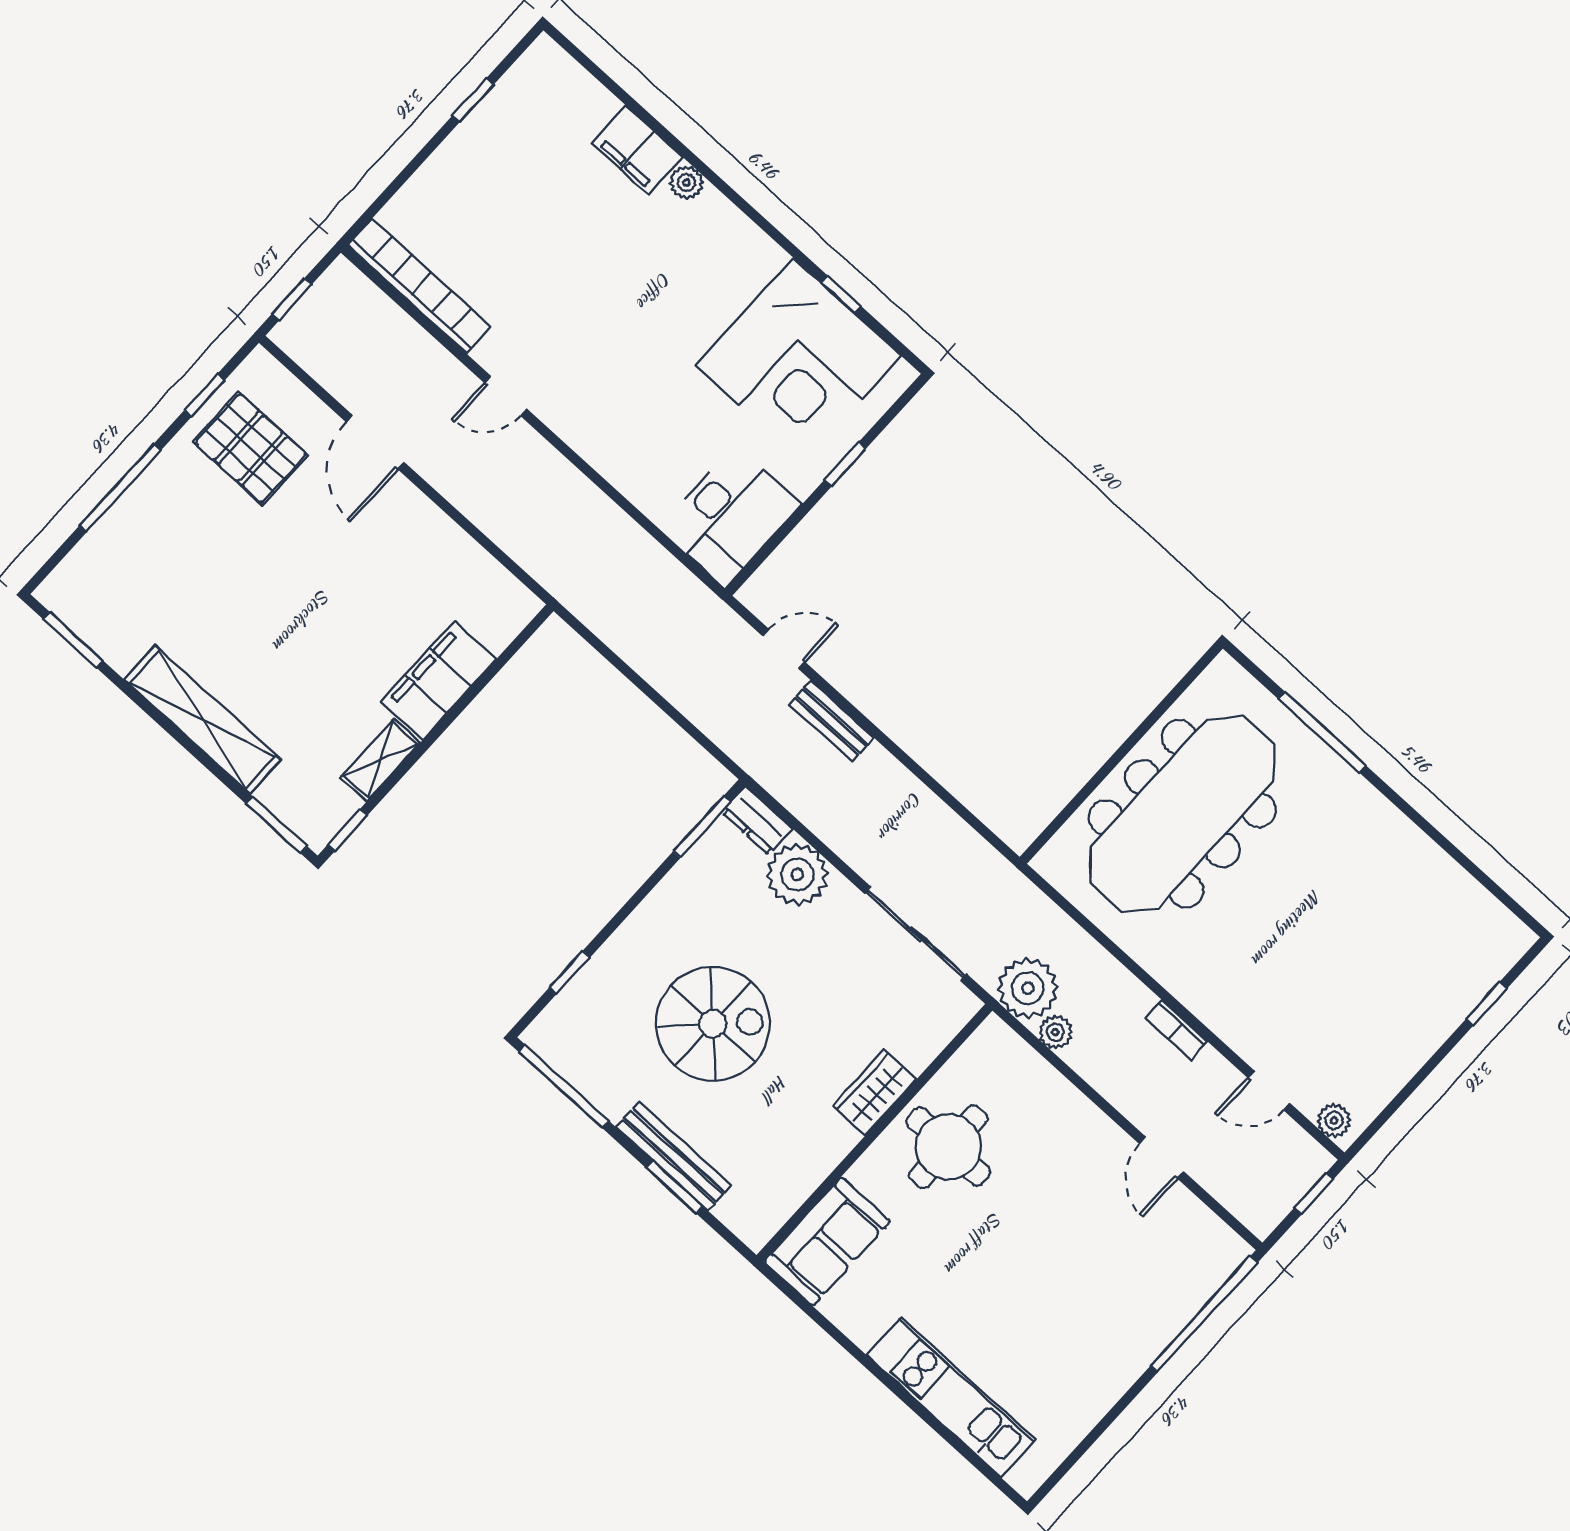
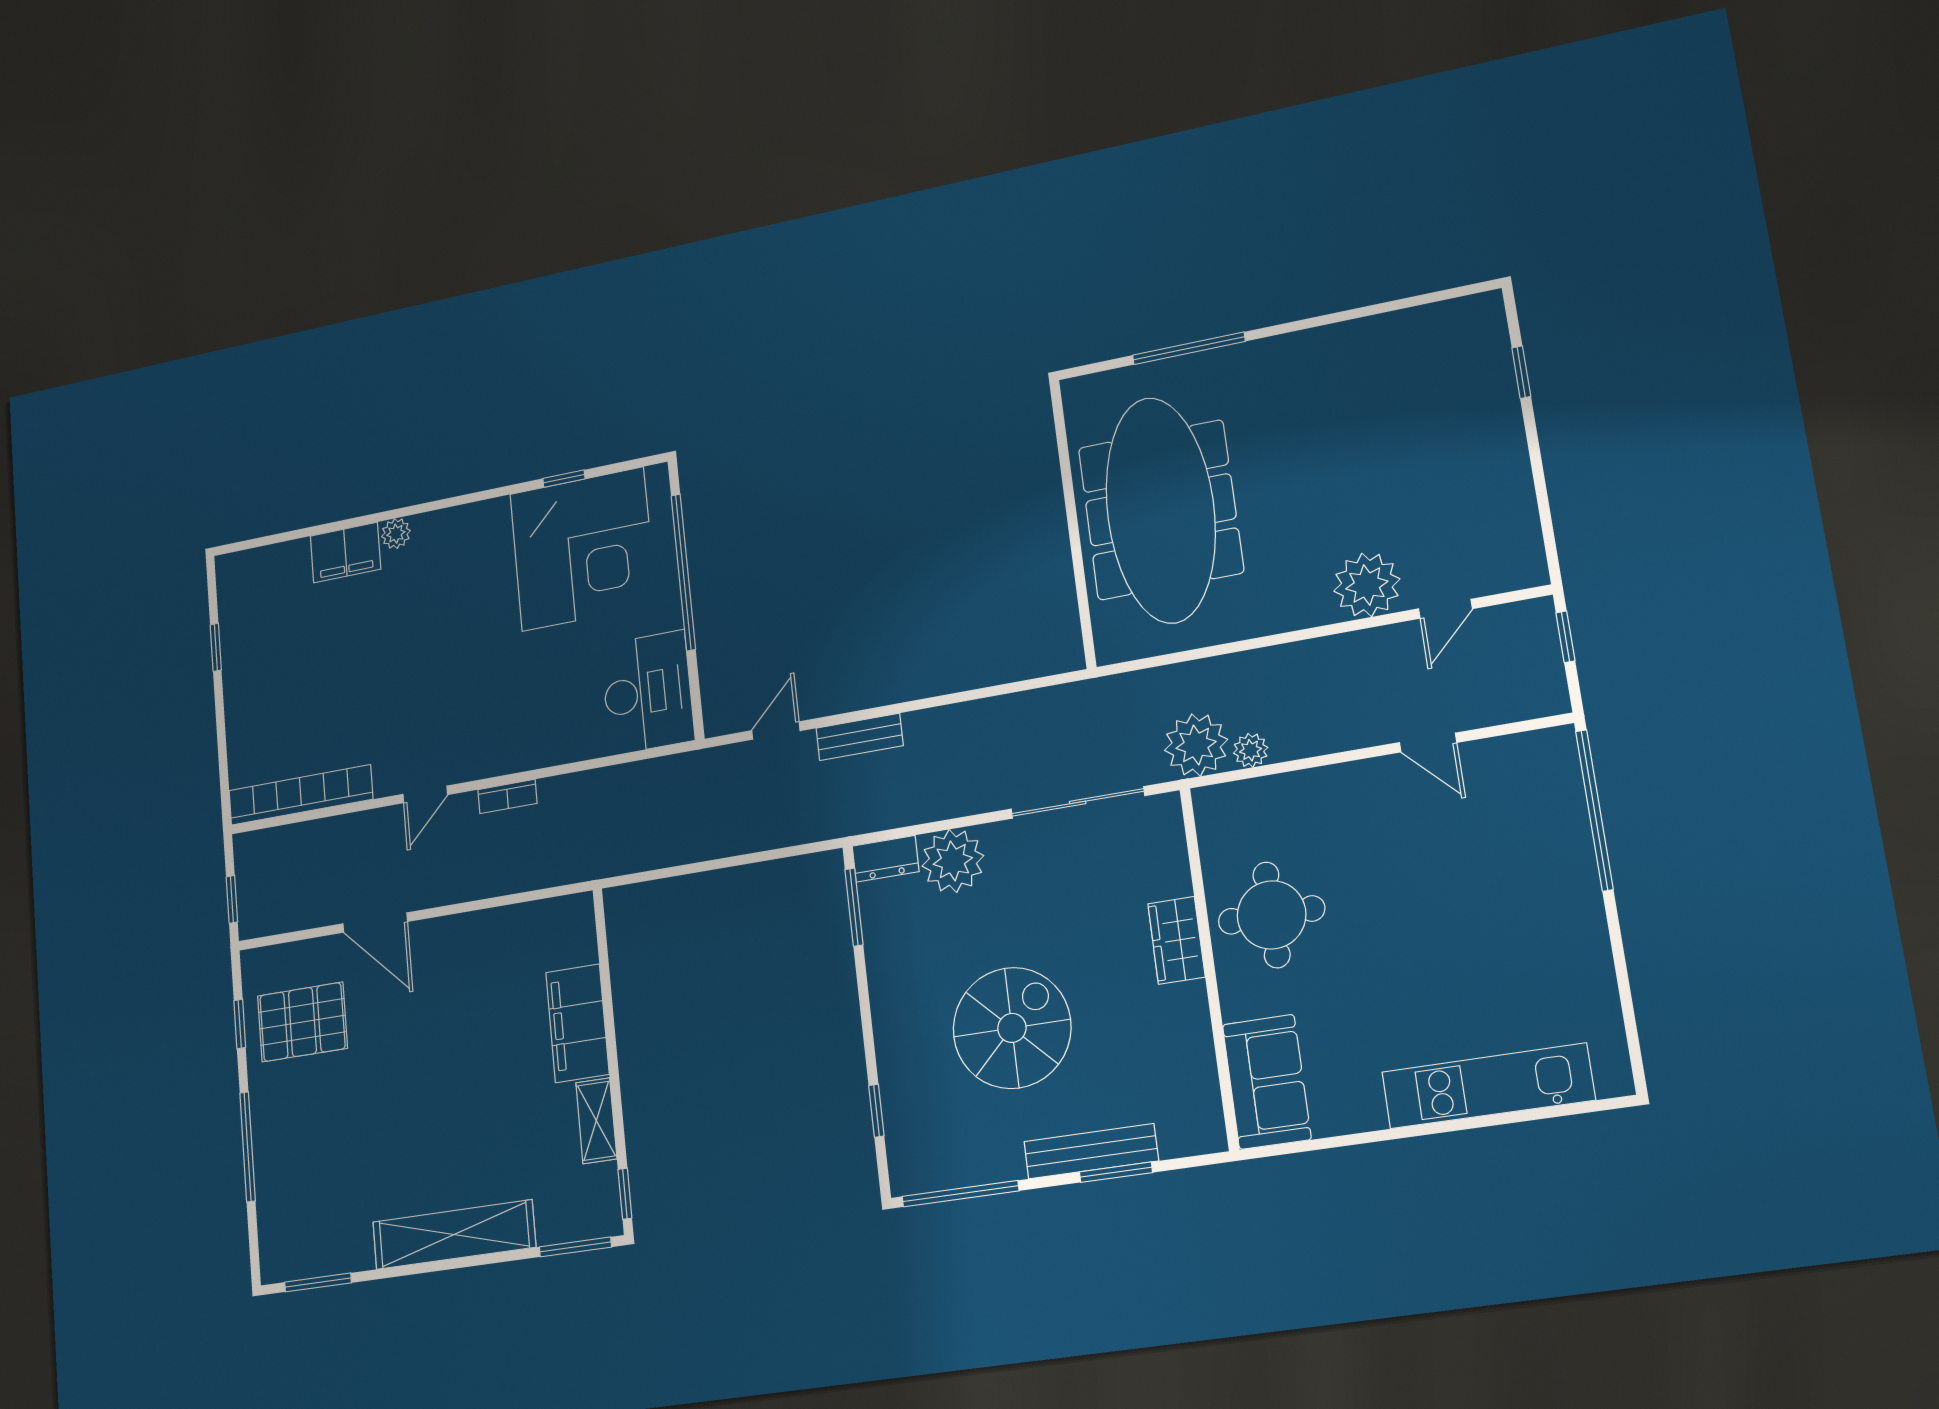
window: (845, 464) -> (683, 572), width x3.17
bookcase: (1177, 1030) -> (507, 796), moved
plant: (1334, 1121) -> (1367, 585), moved, width x1.88, depth x1.88

